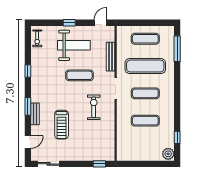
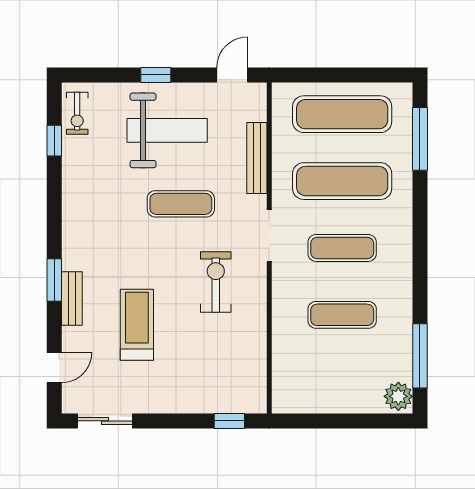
exercise mat: (145, 39) -> (342, 114), width x1.36, depth x1.45
window: (28, 71) -> (54, 141), moved
treadmill: (62, 125) -> (137, 325), turned 180
window: (177, 137) -> (420, 356), width x2.17

